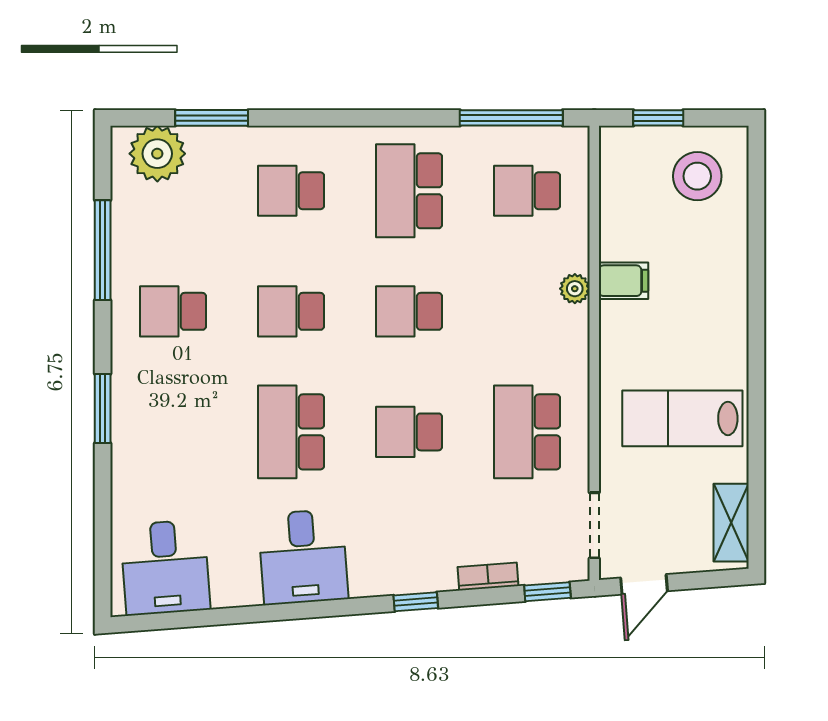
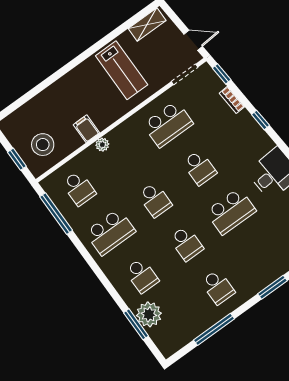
plant: (157, 154) -> (149, 314), moved
stool: (697, 176) -> (43, 145), moved

